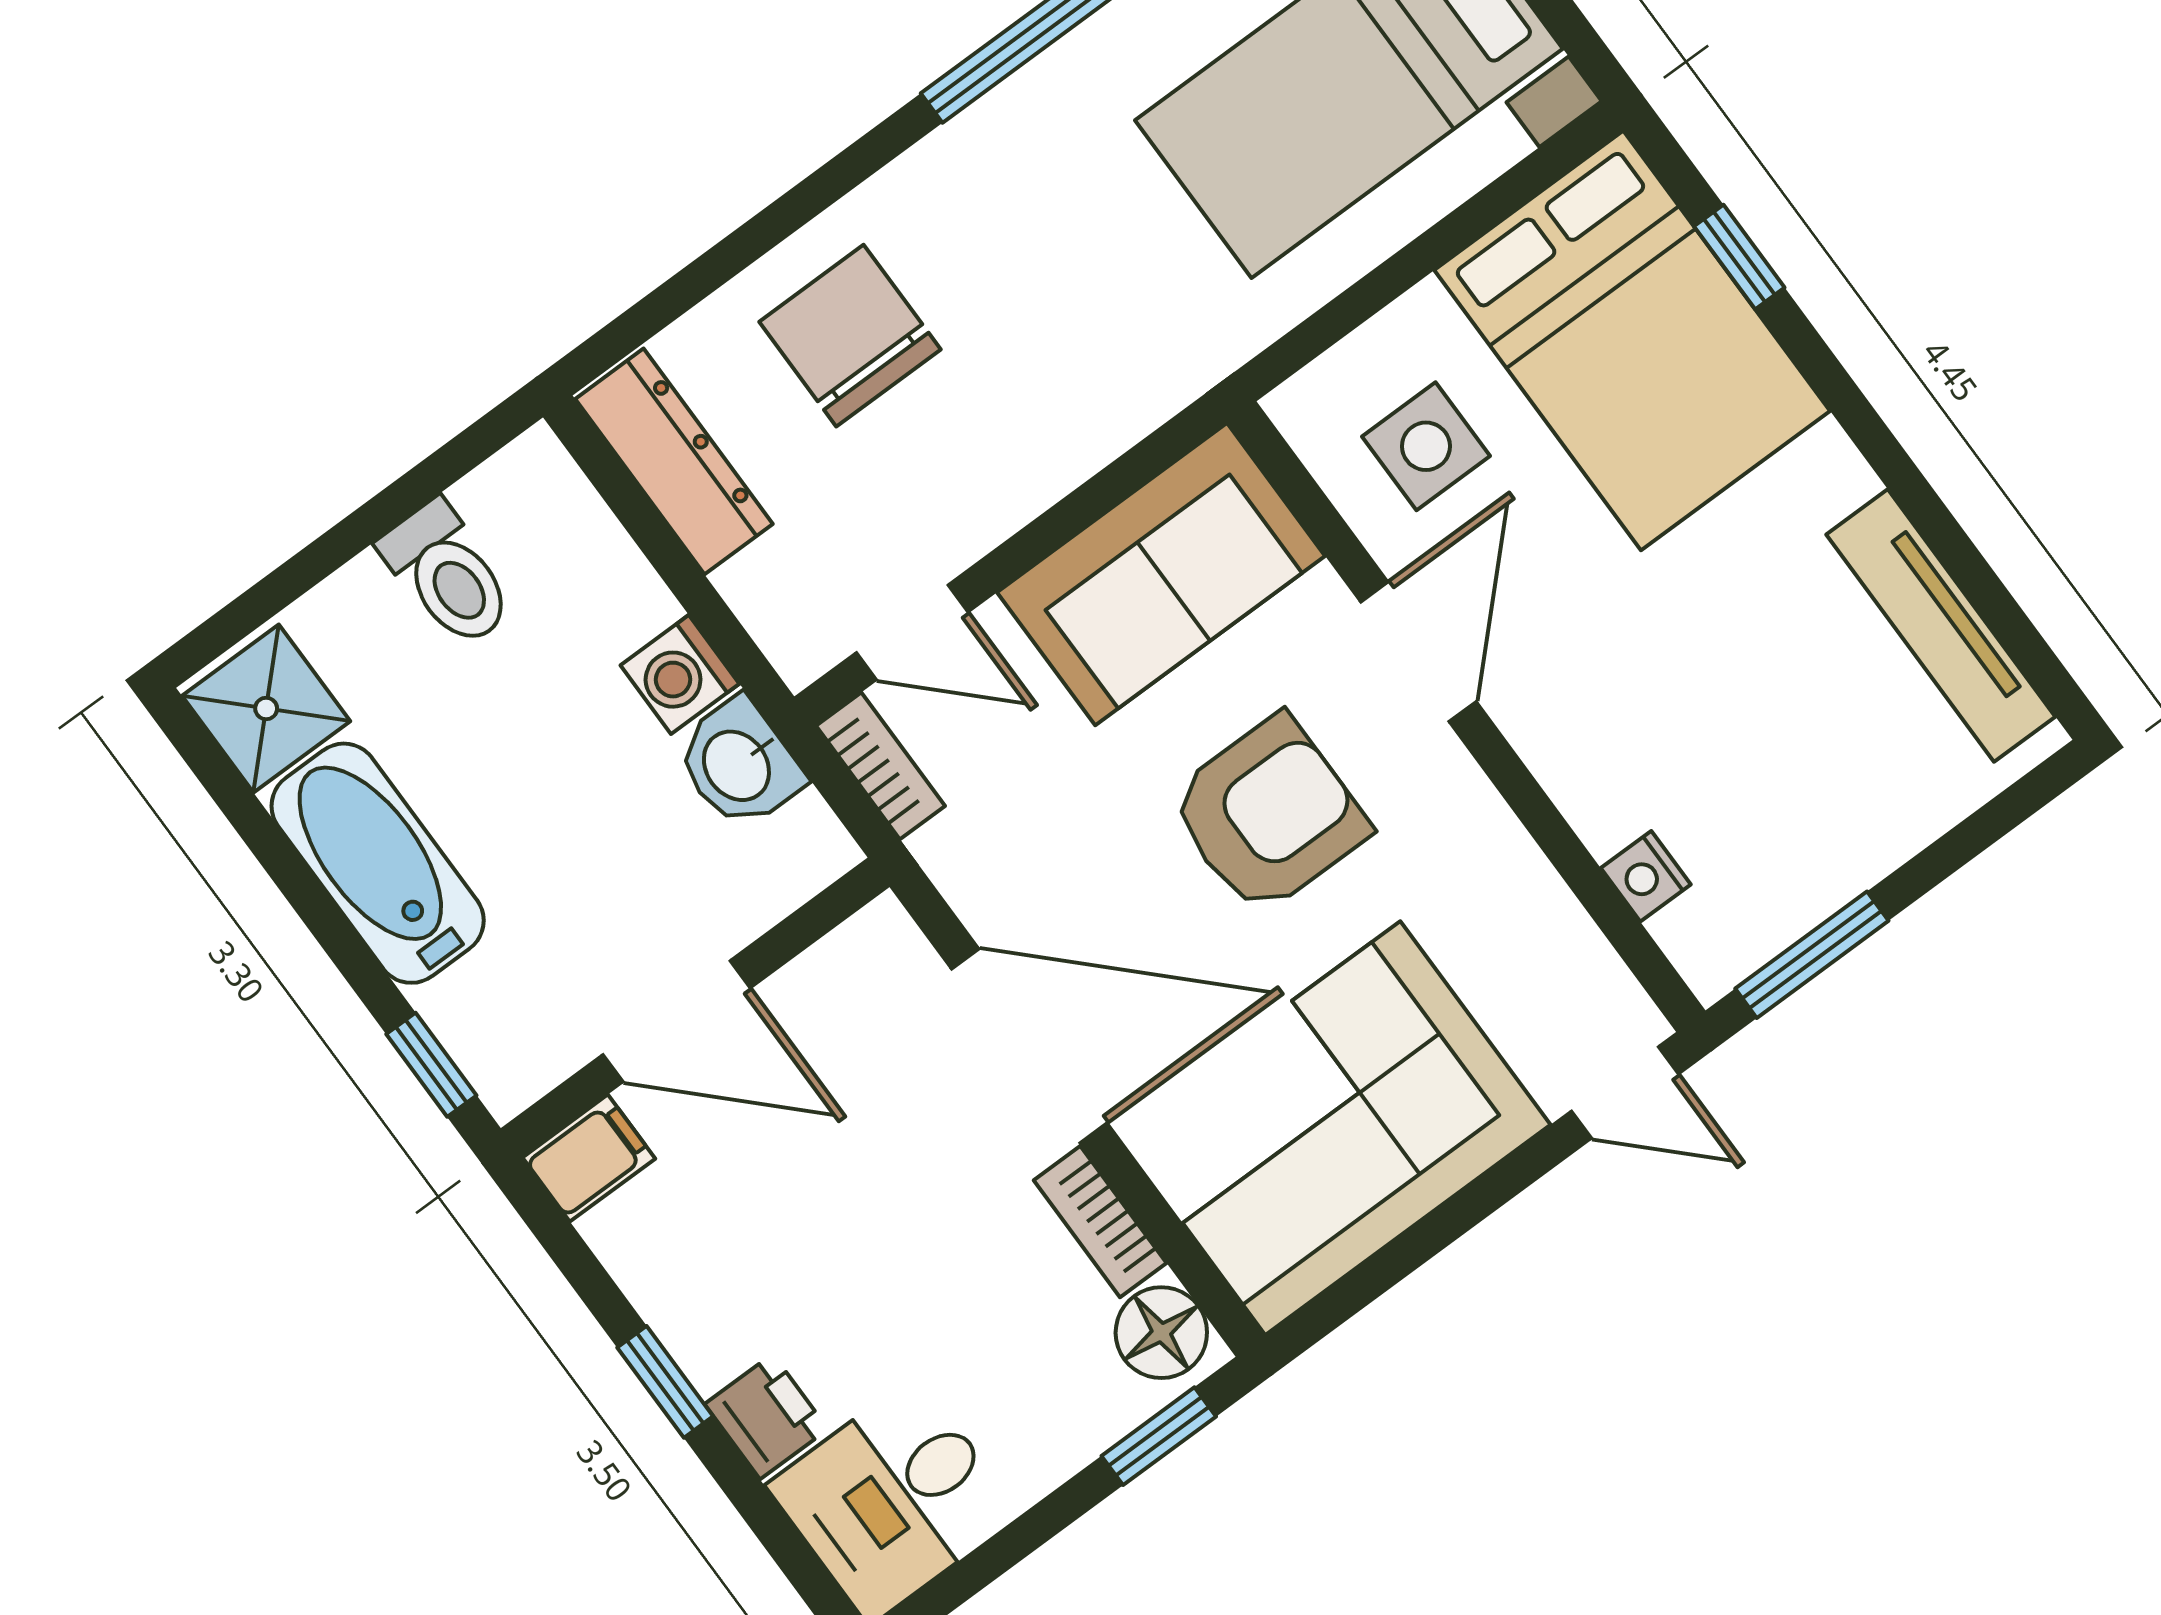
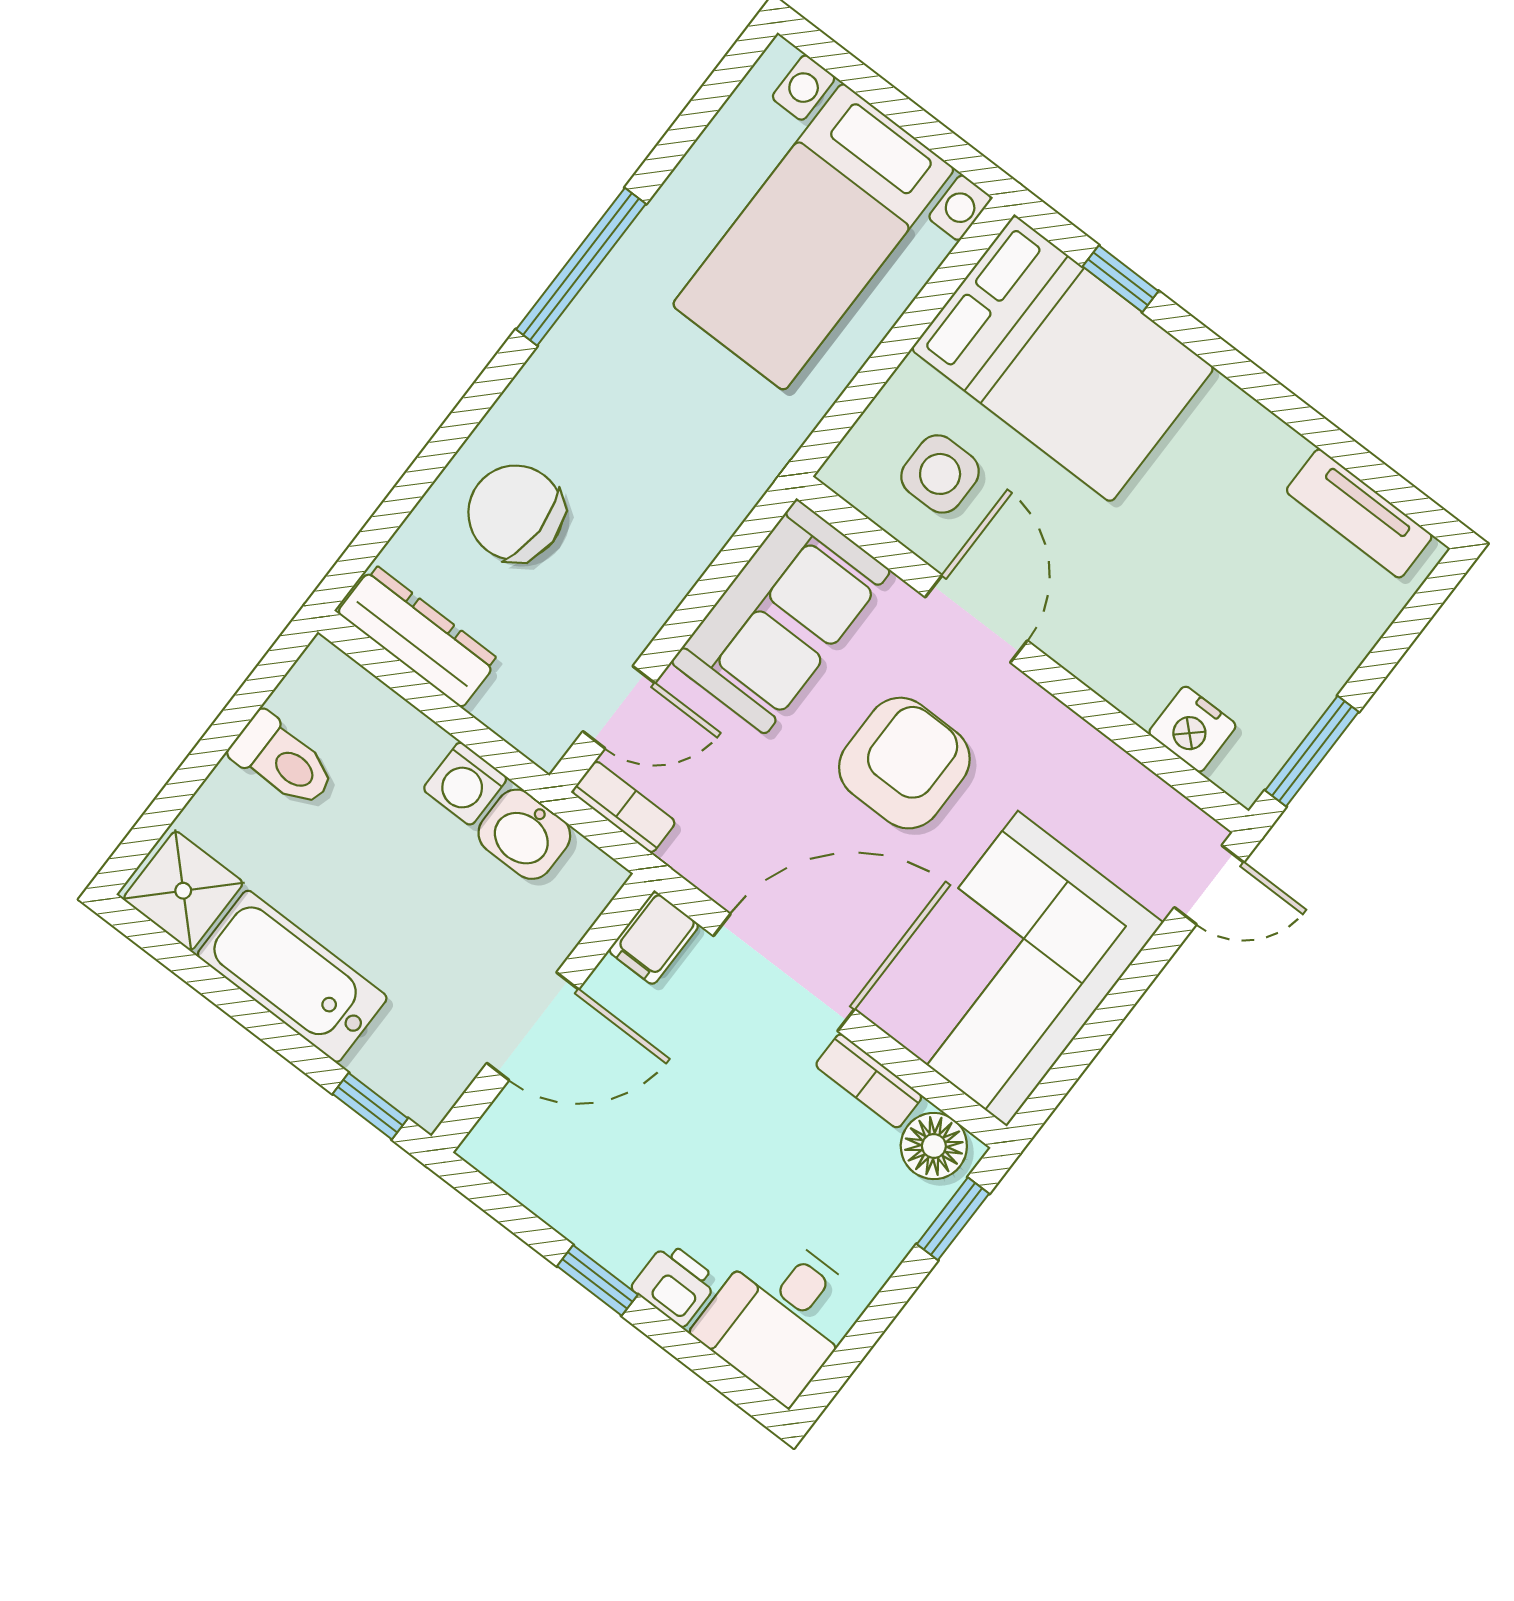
tv unit: (1941, 626) -> (1359, 513), width x0.71
nightstand: (1646, 876) -> (1192, 729), width x1.39, depth x1.35
filing cabinet: (589, 1158) -> (654, 938), moved, turned 180

